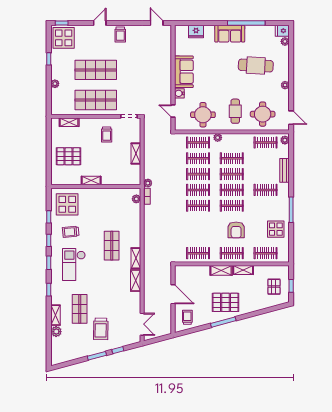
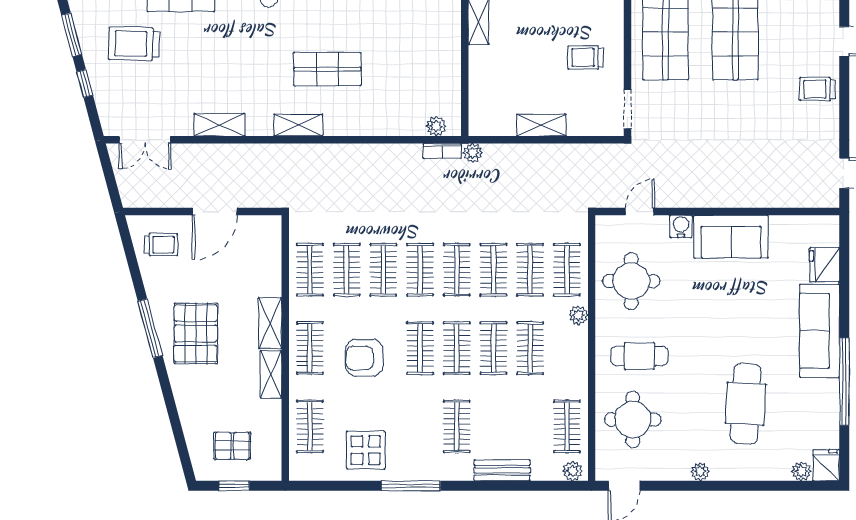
sofa: (230, 34) -> (820, 331), width x1.36
clothes rail: (198, 222) -> (383, 270), added
clothes rail: (198, 237) -> (347, 270), added
shelving: (136, 280) -> (220, 125), moved

